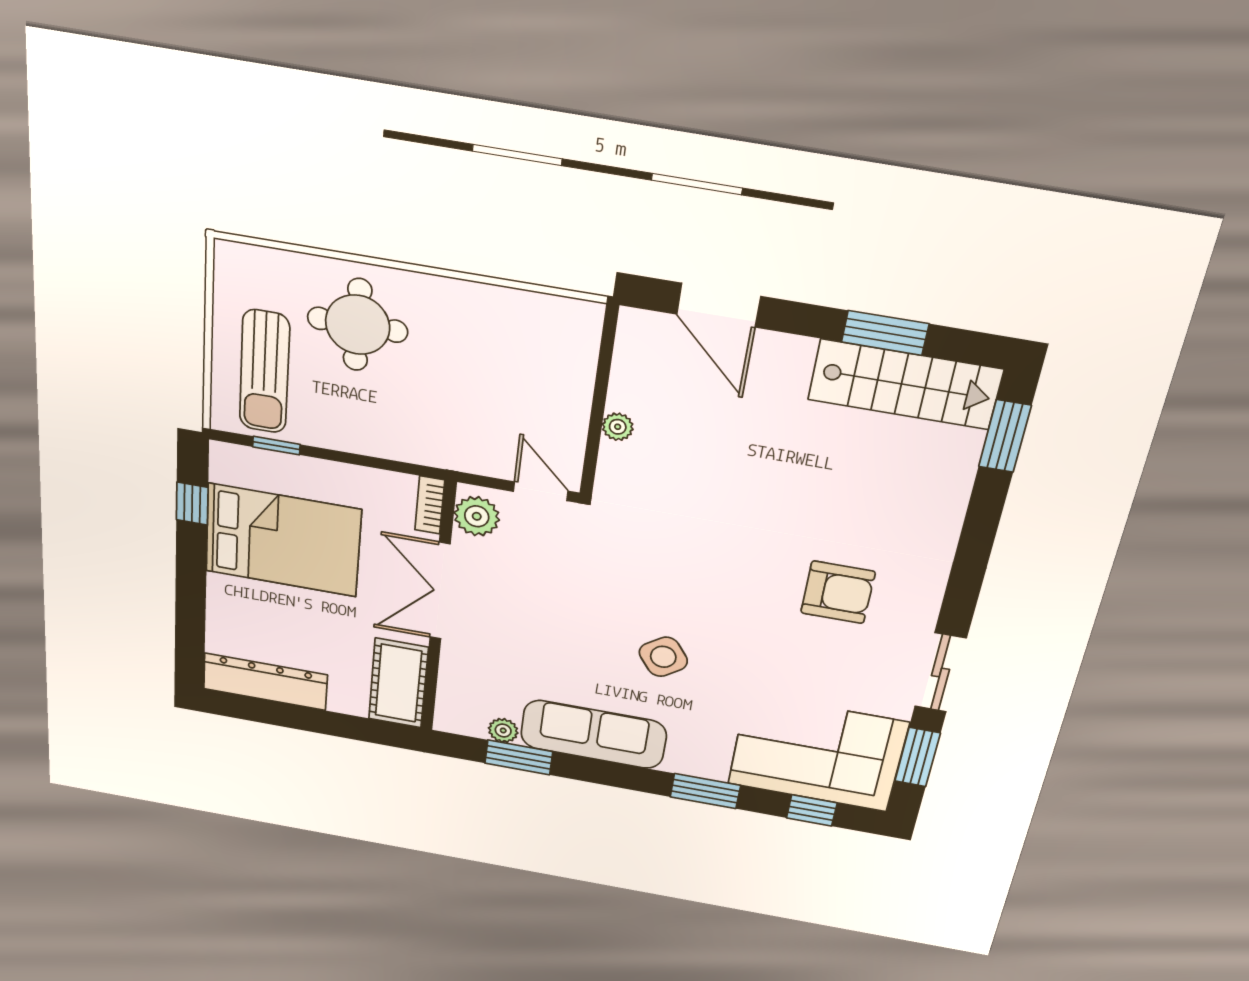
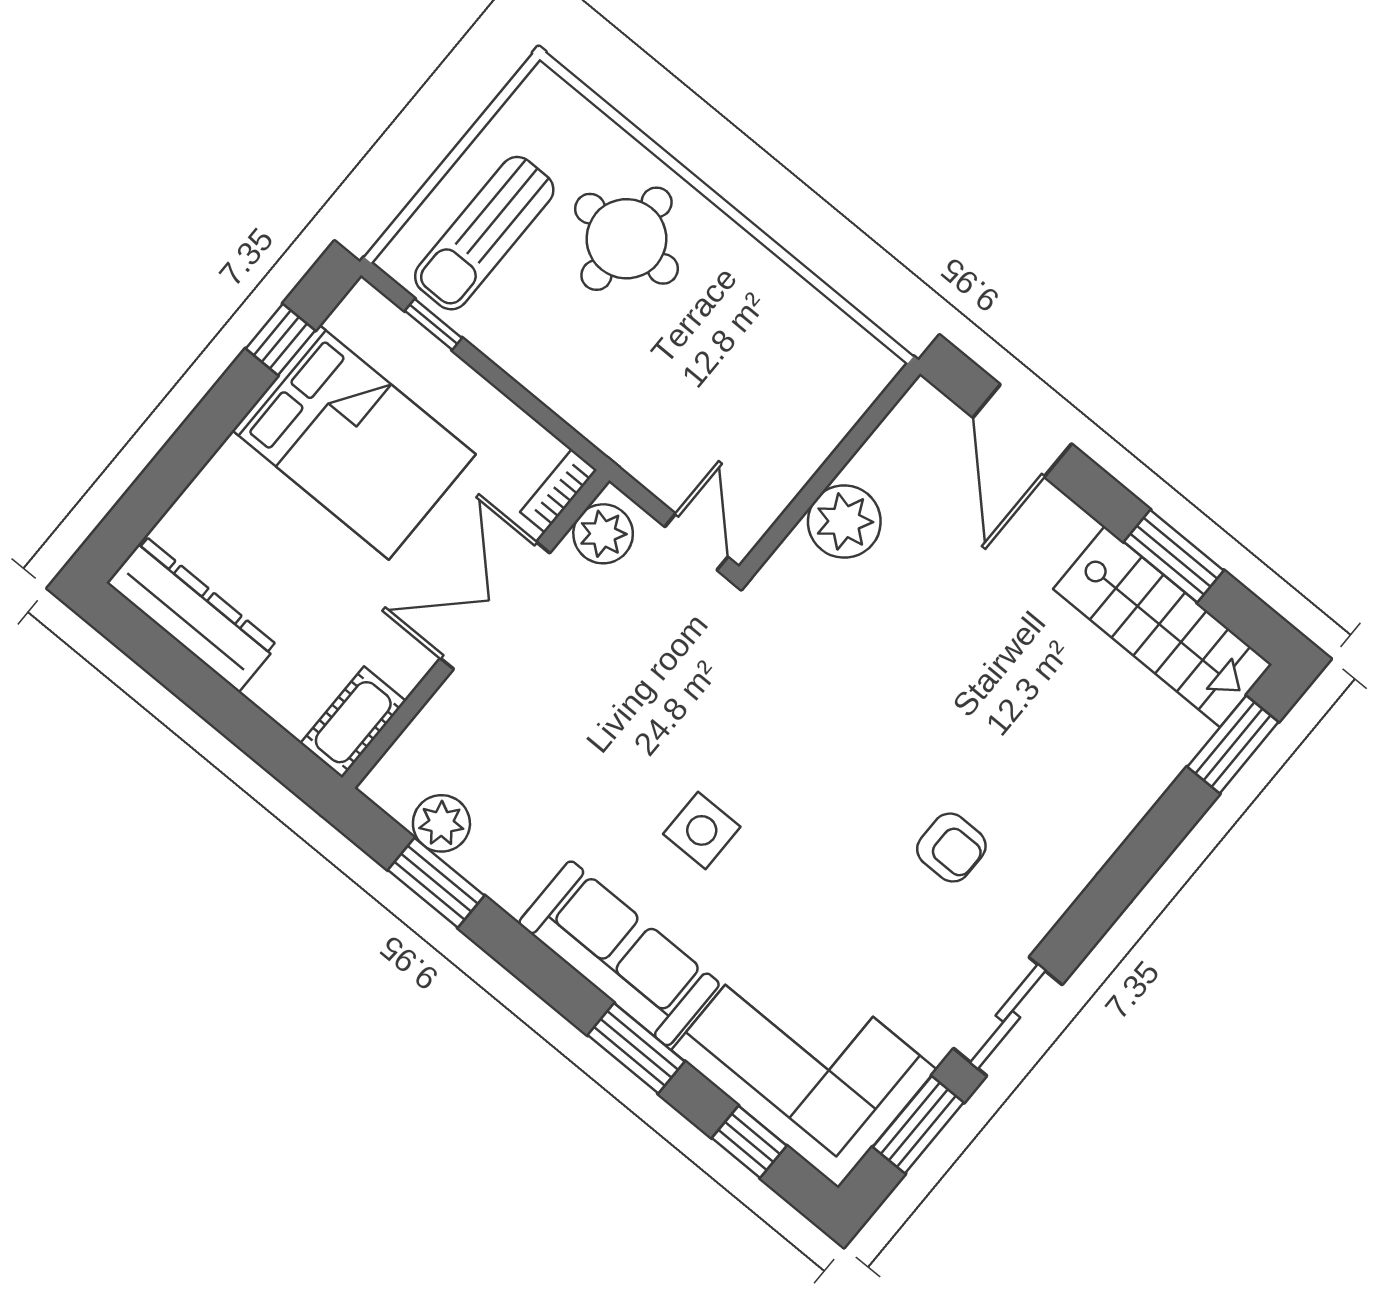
plant: (618, 427) -> (844, 522), width x1.87, depth x1.87
armchair: (838, 592) -> (951, 848), width x0.72, depth x0.72
side table: (663, 657) -> (702, 830), turned 36
cot: (398, 683) -> (353, 722), width x0.73, depth x0.75
plant: (503, 730) -> (441, 823), width x1.38, depth x1.38
sofa: (593, 734) -> (619, 953), moved

